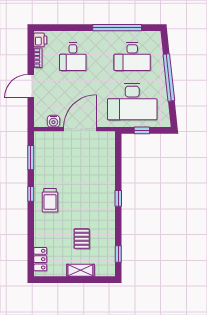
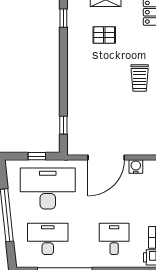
window: (118, 198) -> (63, 125), moved
trolley: (50, 200) -> (140, 78), turned 180
pallet: (82, 239) -> (104, 35), turned 90

